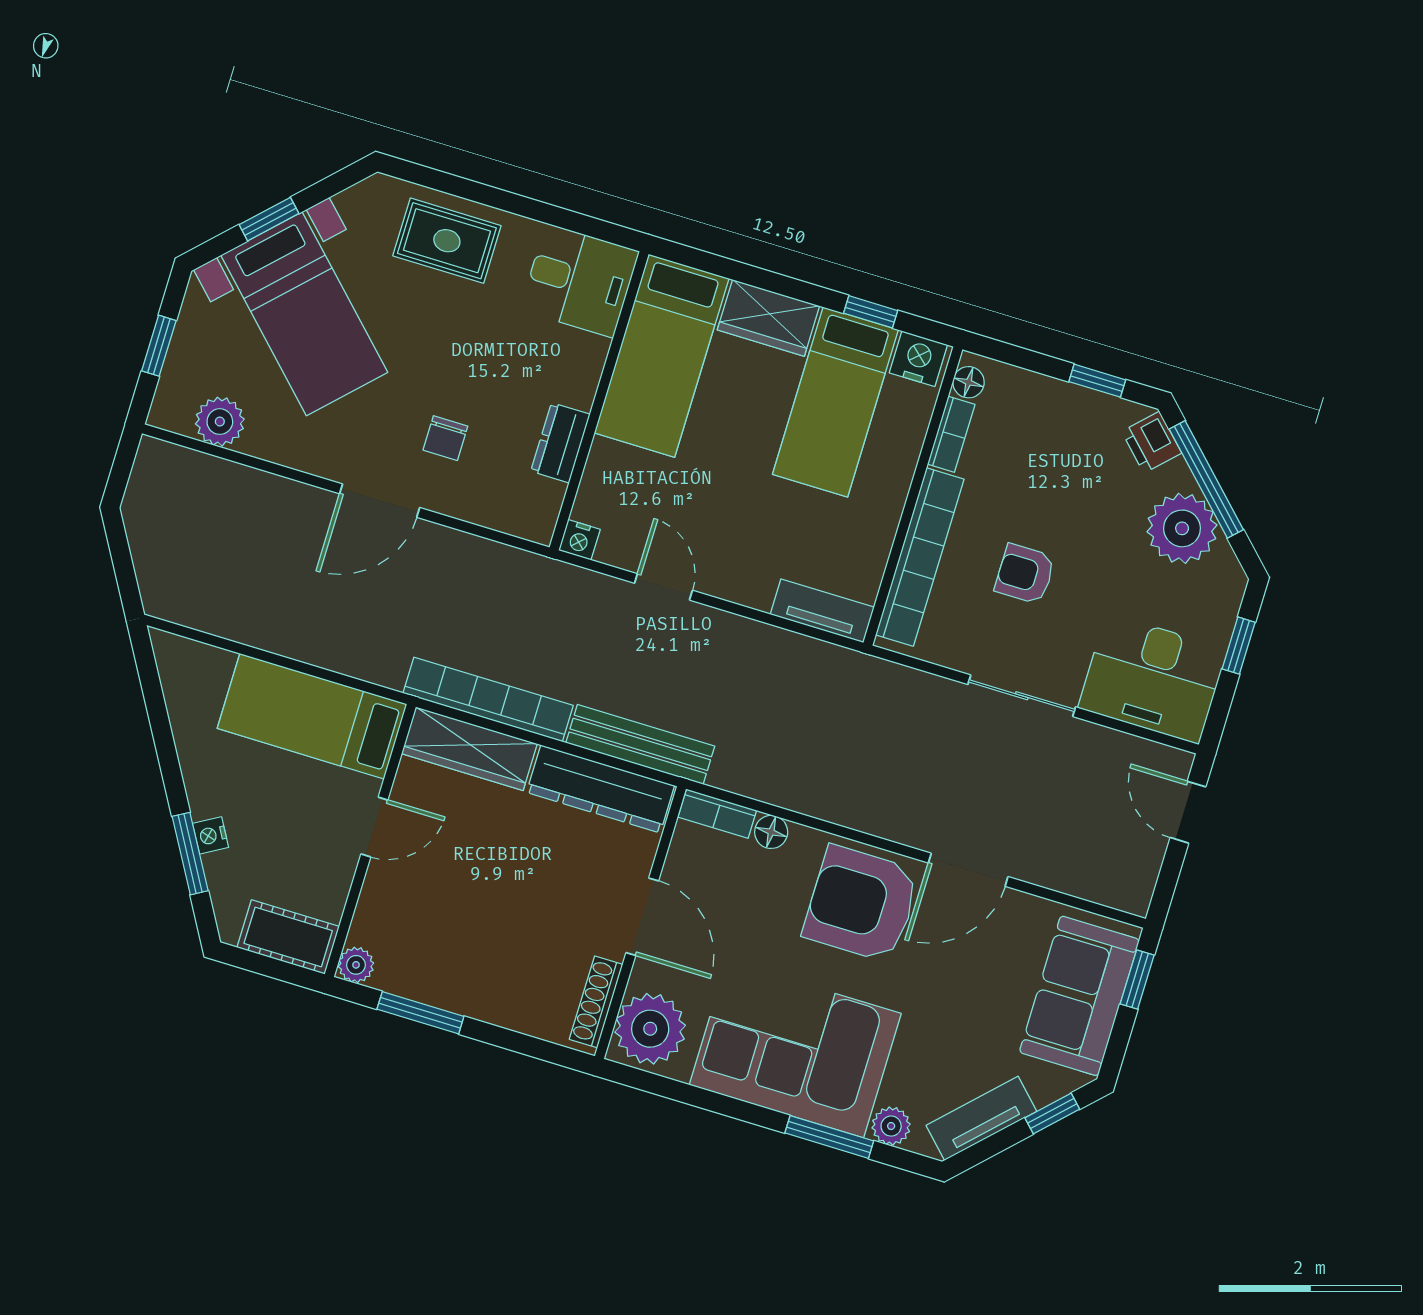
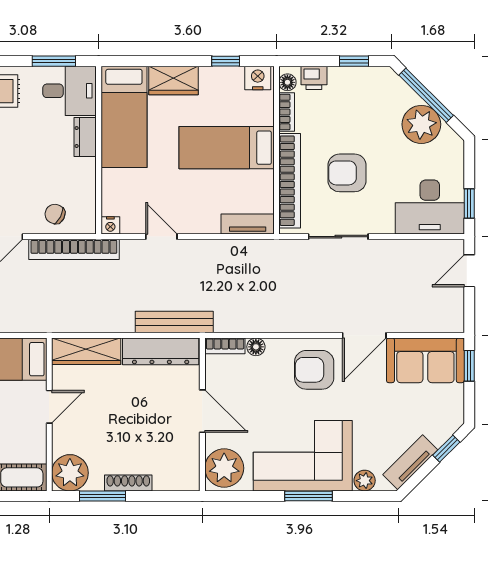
window: (568, 220) -> (54, 61), added
bed: (835, 402) -> (227, 148), moved, turned 90
chair: (445, 438) -> (55, 214), moved, turned 118
printer: (1152, 442) -> (314, 78), moved, turned -45
dresser: (560, 443) -> (85, 137), moved
armchair: (1025, 574) -> (347, 173), width x1.38, depth x1.38
window: (1239, 646) -> (469, 204), moved
sliding door: (1022, 696) -> (338, 237), moved
bookcase: (488, 699) -> (74, 249), moved, turned 180
door: (1188, 812) -> (469, 271), hinge flipped
armchair: (861, 904) -> (314, 370), width x0.73, depth x0.73
plant: (356, 965) -> (70, 473), width x1.88, depth x1.88
sofa: (1079, 996) -> (425, 360), moved, turned -90
shoe rack: (596, 1002) -> (128, 483), moved, turned 90
window: (829, 1137) -> (308, 496), moved

